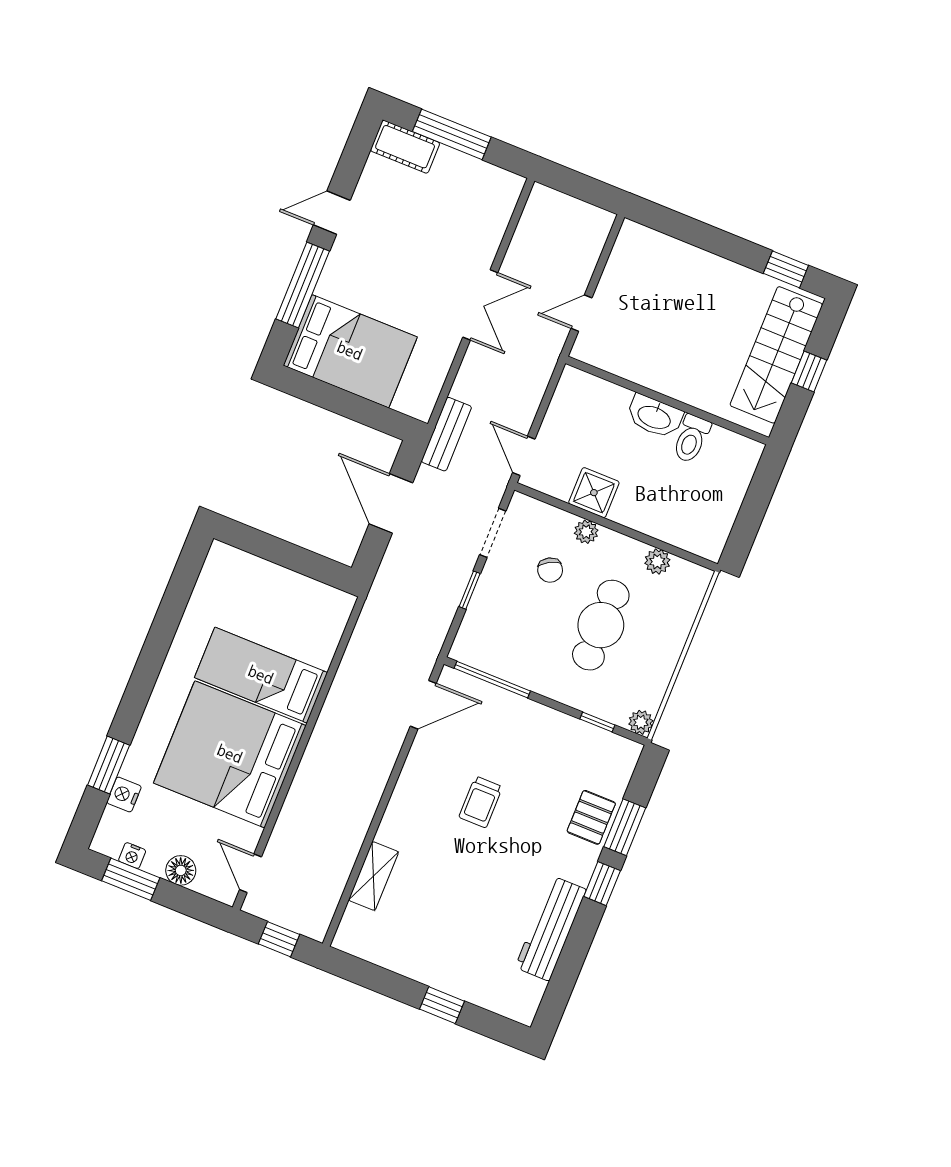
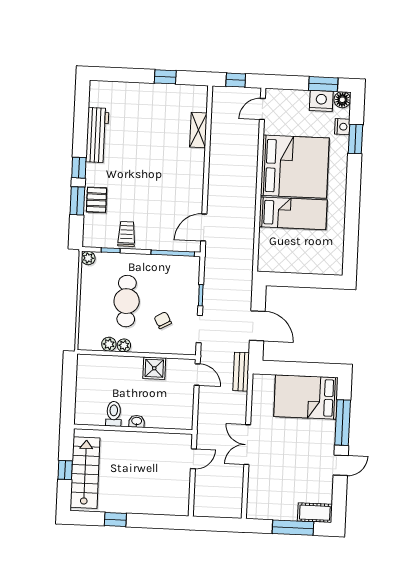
window: (786, 269) -> (115, 520), moved
washbasin: (654, 417) -> (137, 421), width x0.52, depth x0.69
plant: (586, 532) -> (124, 345), moved
trolley: (481, 802) -> (127, 234), moved
nightstand: (132, 856) -> (321, 101), width x1.89, depth x1.79
floor lamp: (181, 870) -> (342, 100), moved
door: (251, 873) -> (262, 109), swing flipped
window: (442, 1005) -> (165, 77), moved

